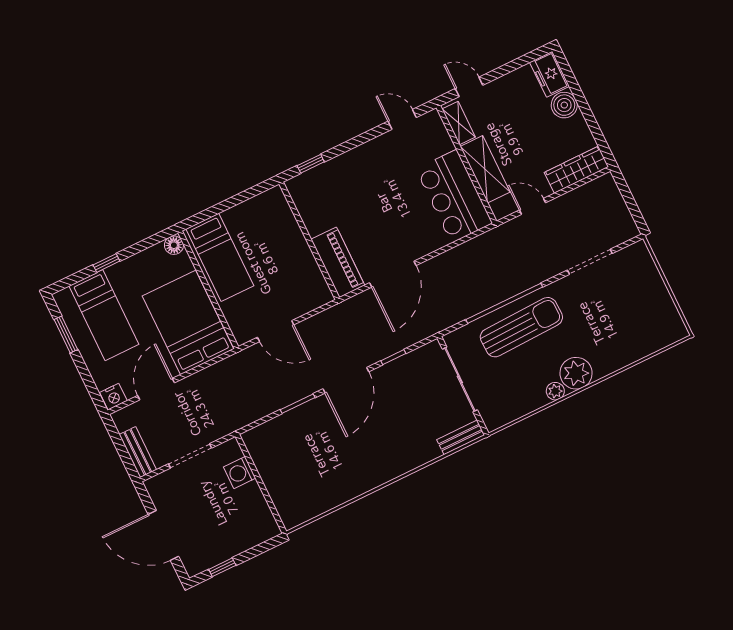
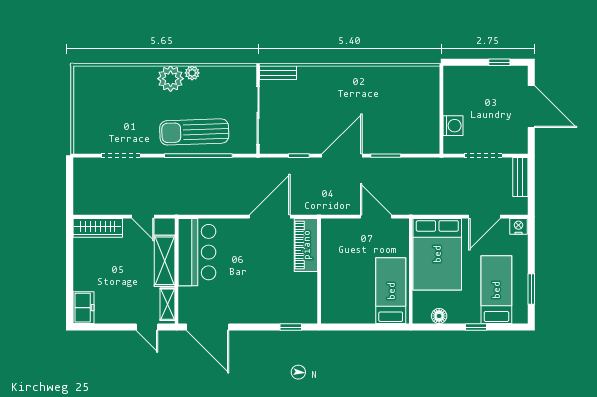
boiler: (564, 105) -> (84, 280), removed
door: (402, 119) -> (208, 327), width x1.88
floor lamp: (174, 245) -> (439, 316), moved

